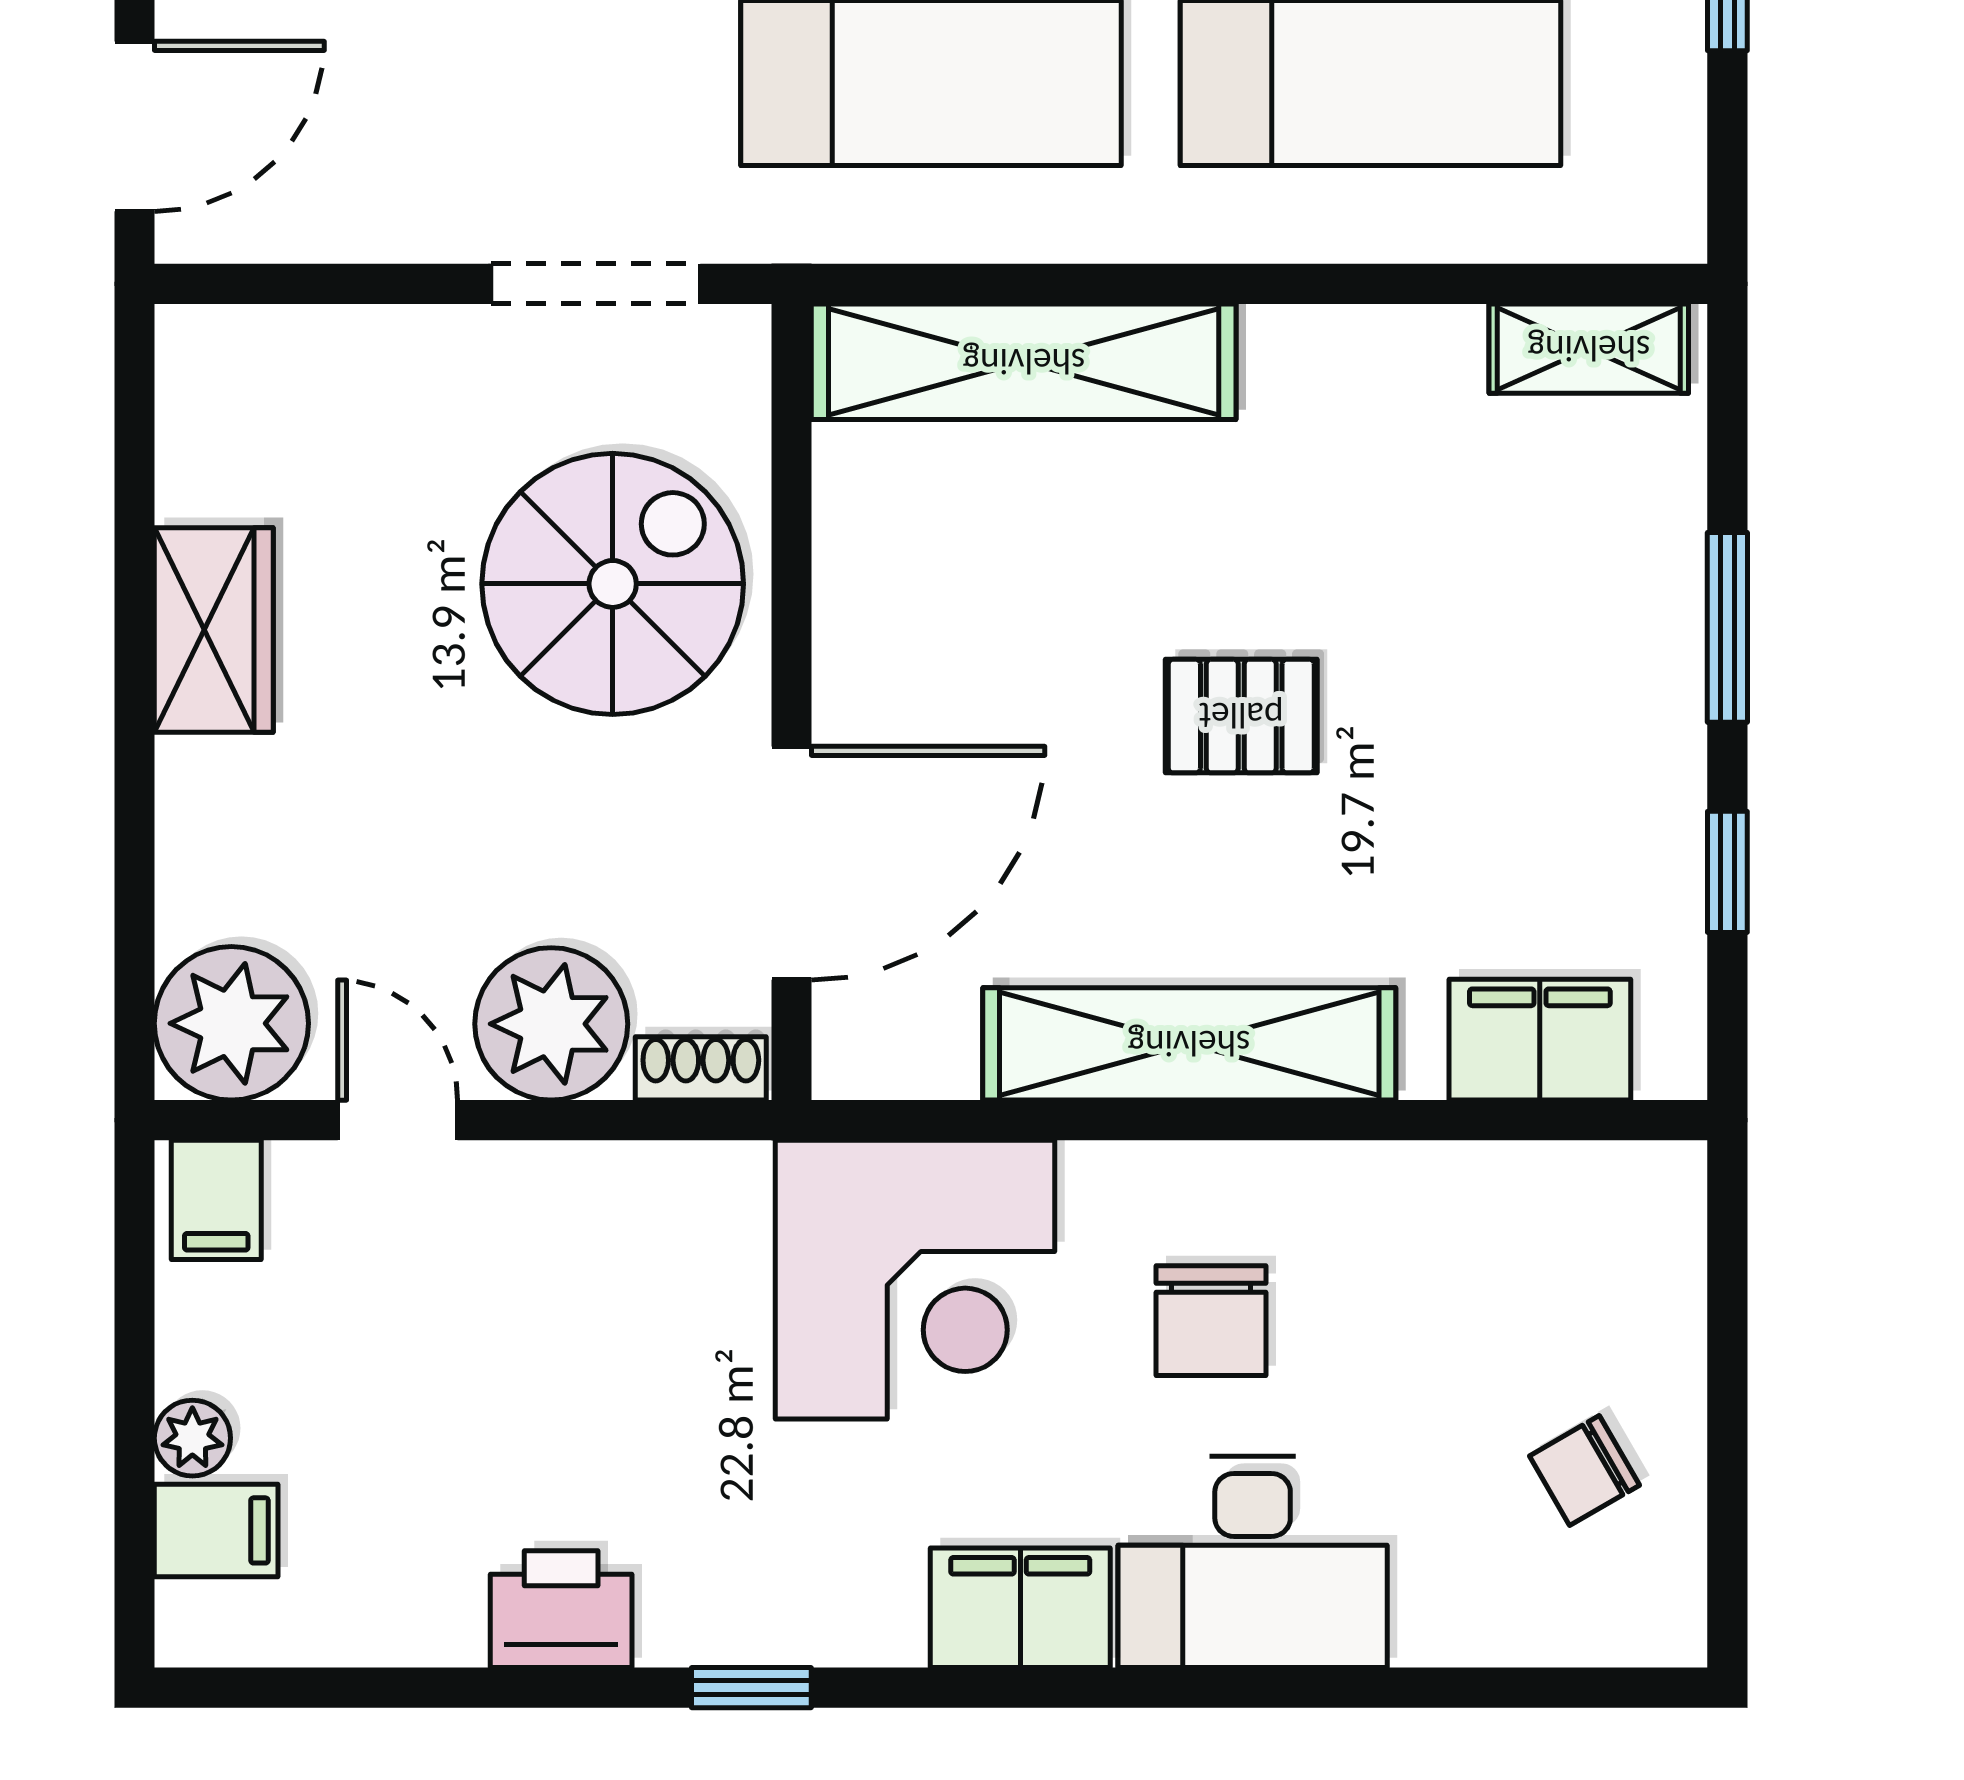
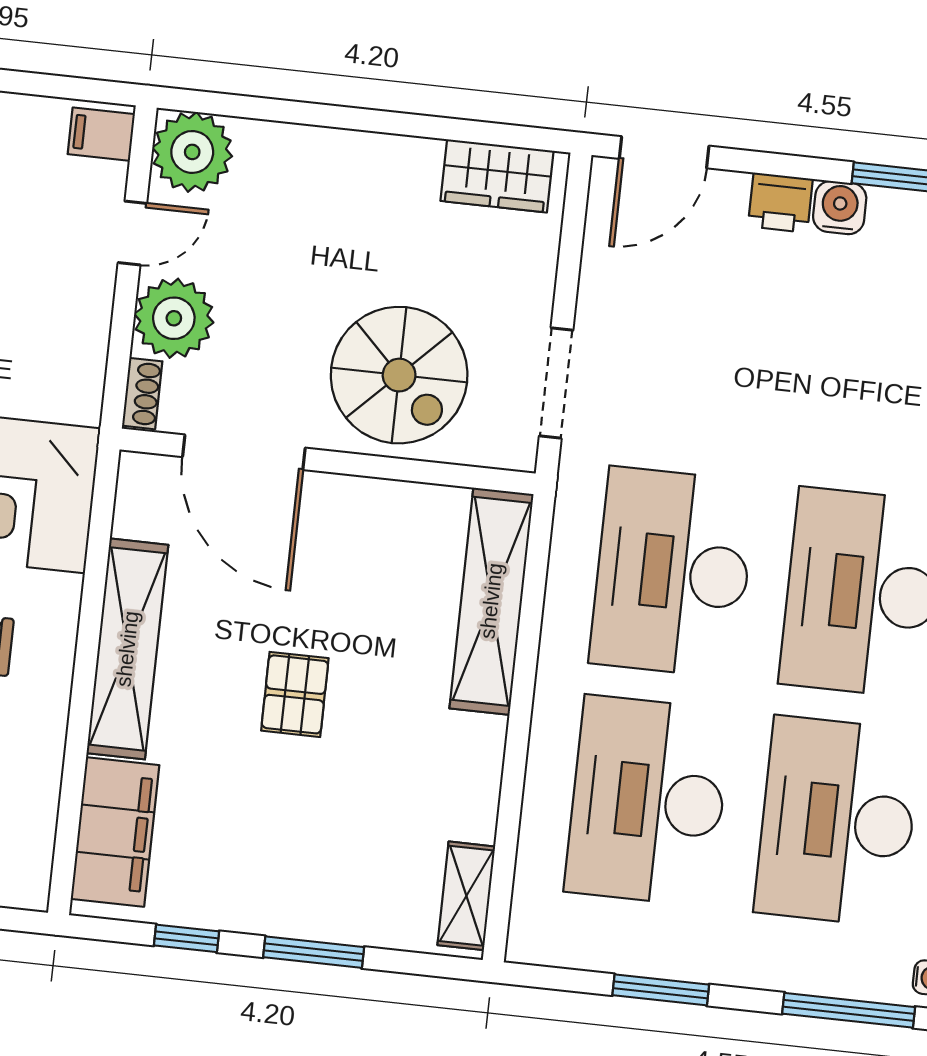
door: (134, 126) -> (664, 152), hinge flipped
wardrobe: (214, 630) -> (497, 176), moved
filing cabinet: (1540, 1040) -> (115, 832), width x1.50, depth x1.17

